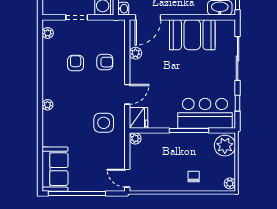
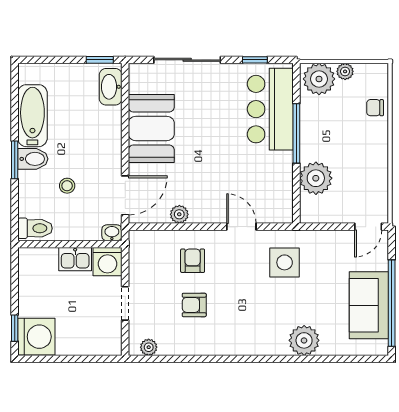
door: (148, 17) -> (125, 195), hinge flipped
plant: (47, 105) -> (304, 340), moved, width x1.88, depth x1.88
fridge: (138, 118) -> (277, 210), removed
plant: (135, 138) -> (316, 178), moved, width x1.87, depth x1.87
sofa: (55, 169) -> (369, 305), moved, turned -90
chair: (194, 176) -> (375, 108), moved
plant: (230, 183) -> (345, 71), moved

